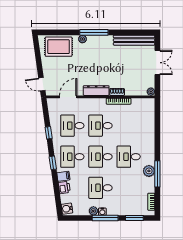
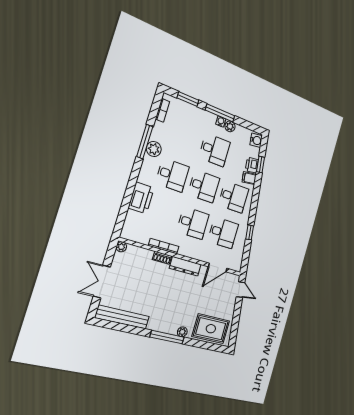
printer: (147, 132) -> (141, 198), added
window: (53, 163) -> (260, 164), moved

